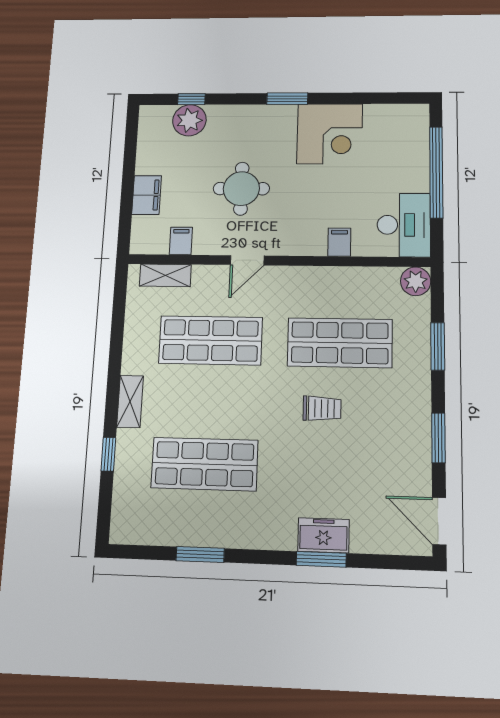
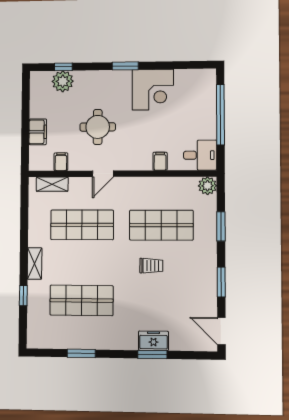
desk: (404, 225) -> (200, 155), width x0.73

